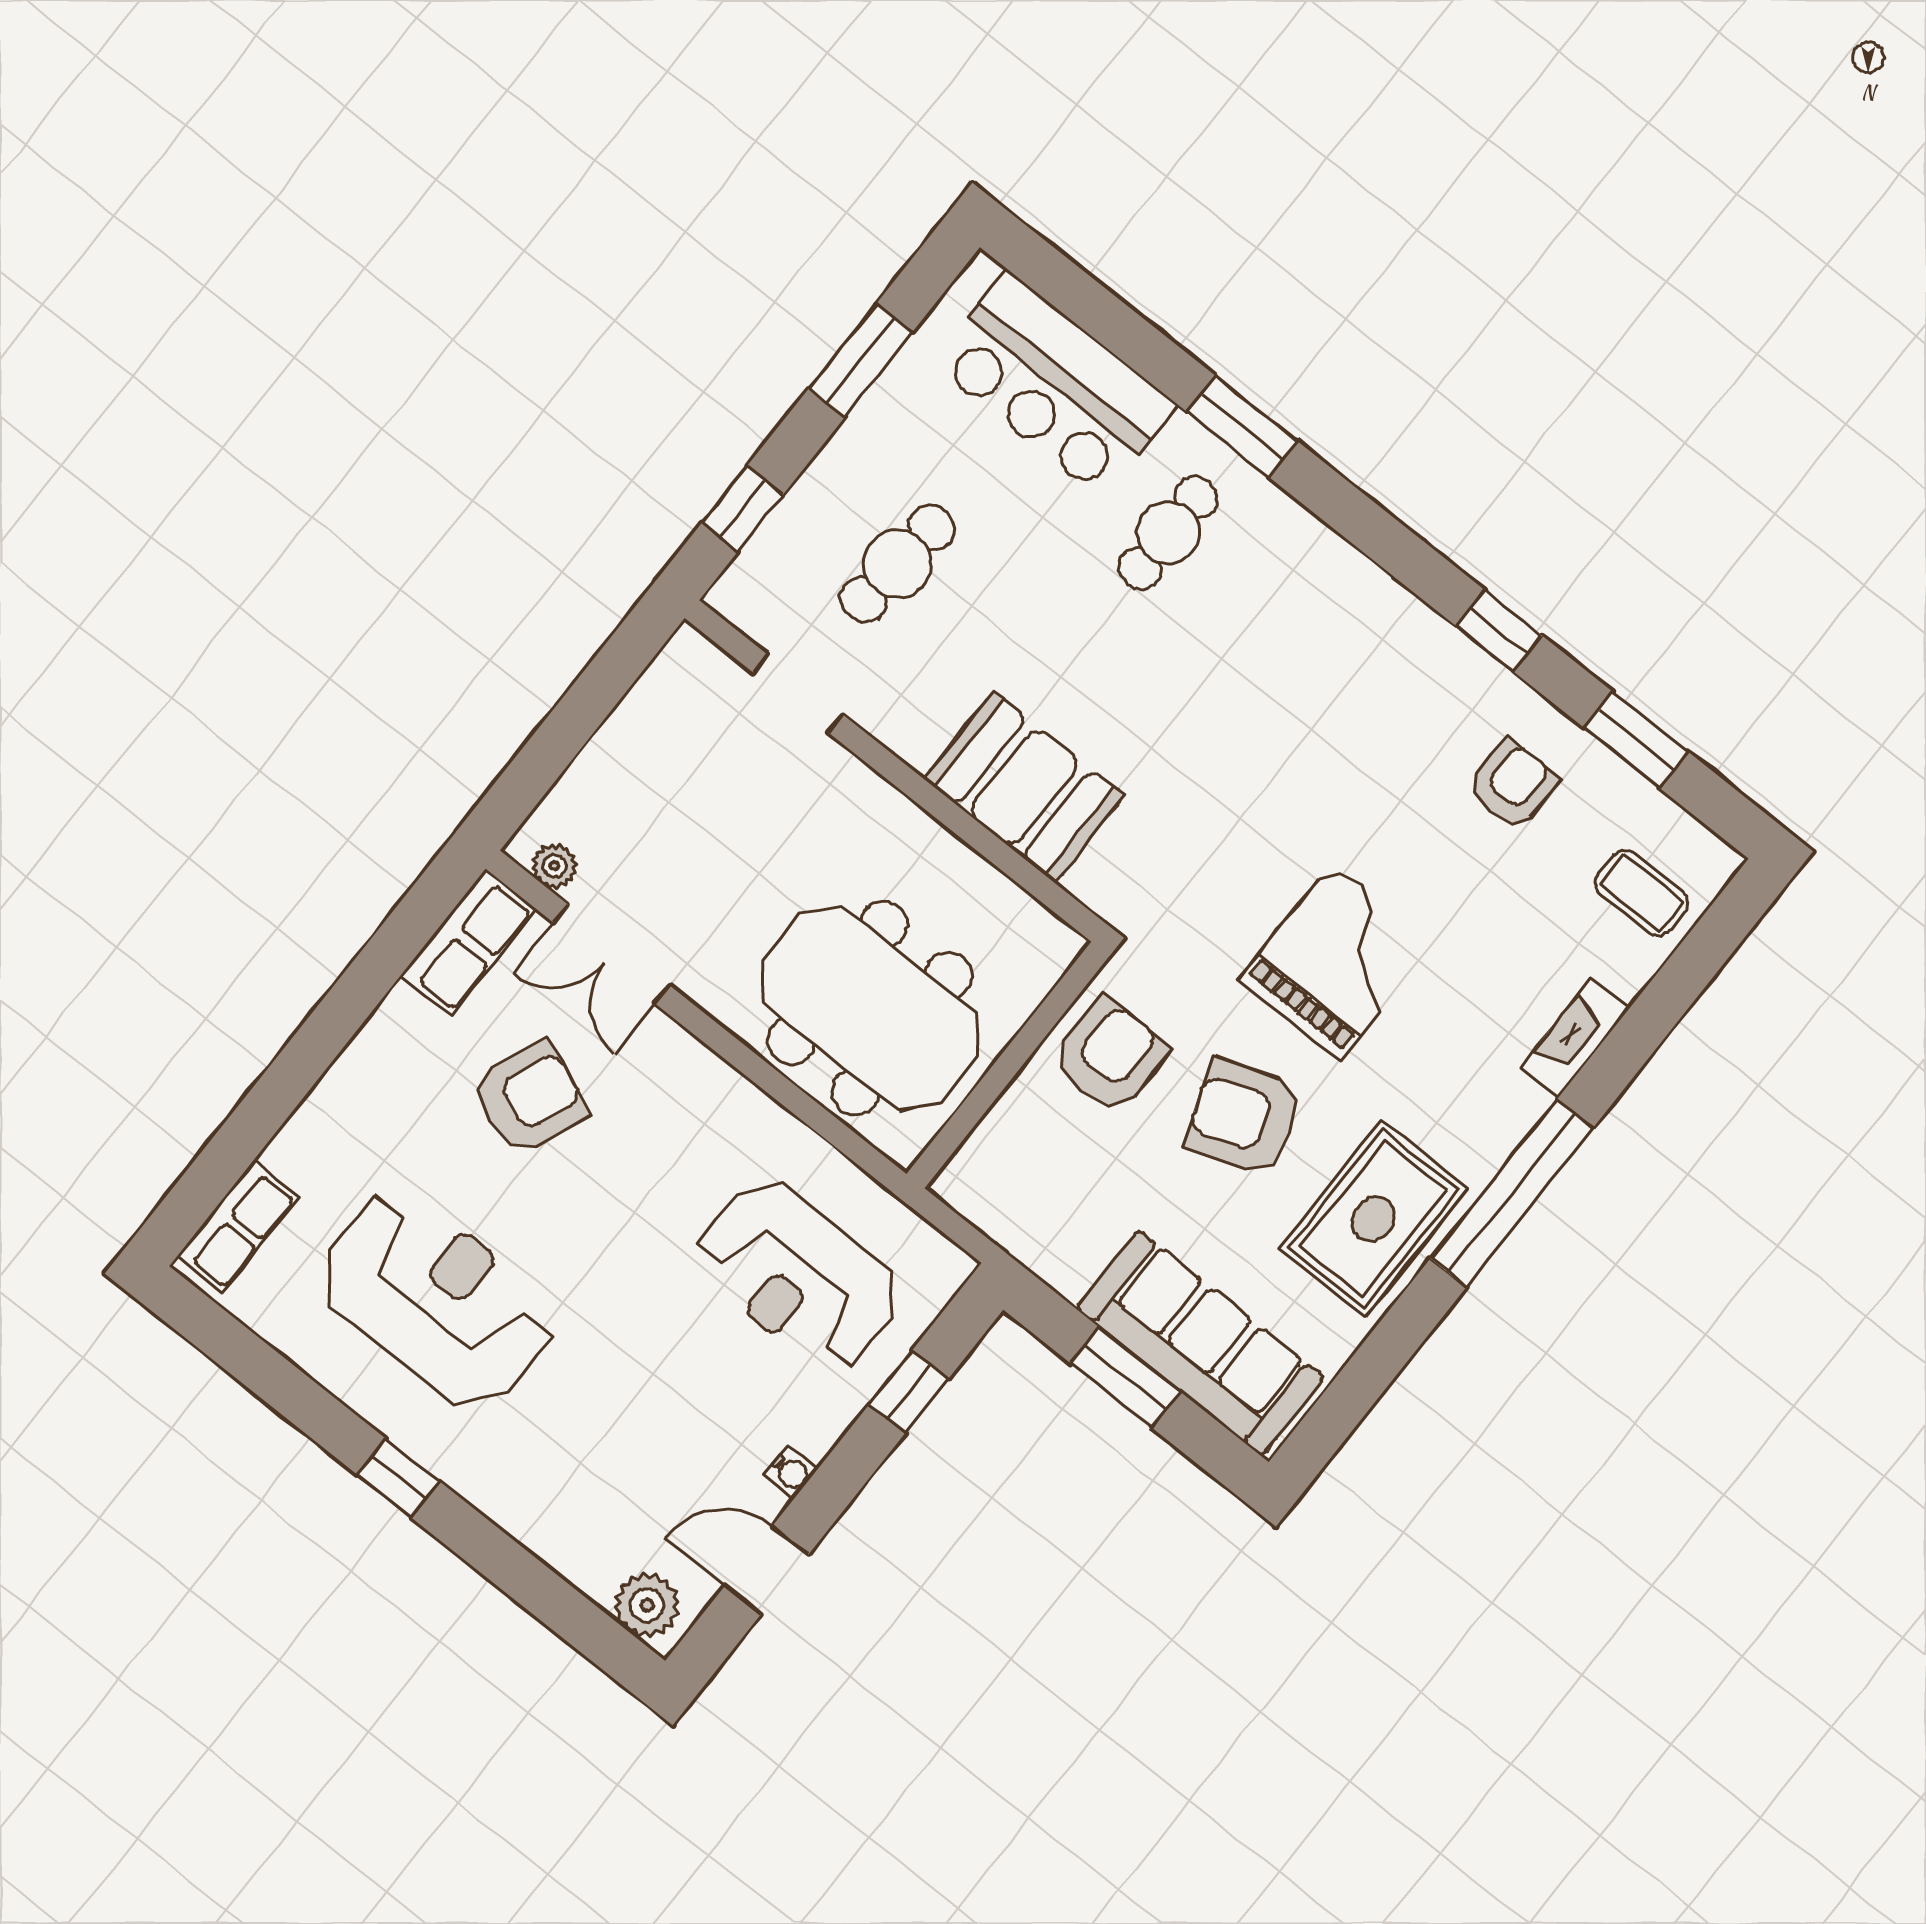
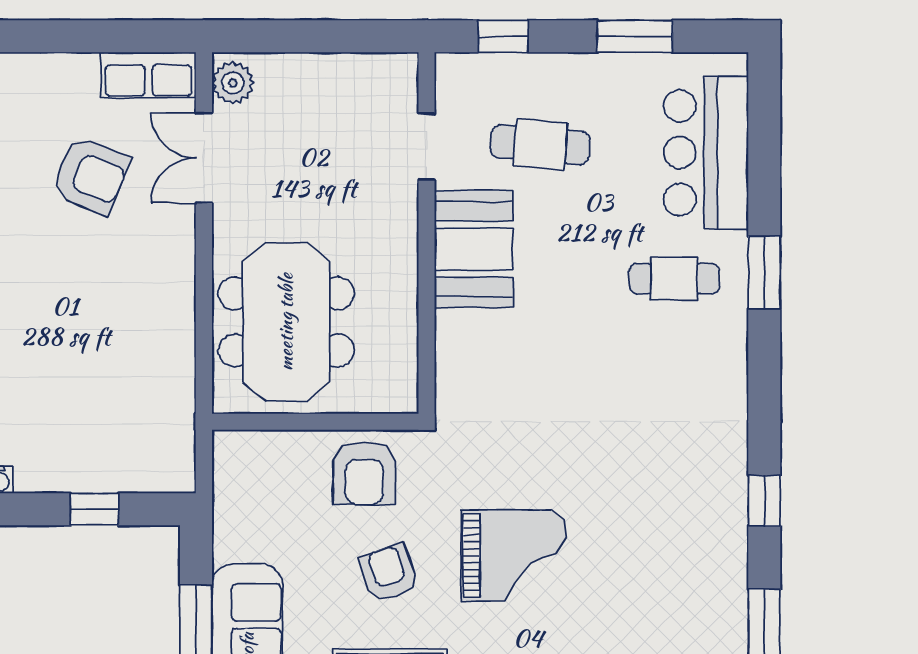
armchair: (1512, 784) -> (686, 575), removed
booth: (1024, 787) -> (474, 249), moved
plant: (554, 866) -> (233, 83), width x1.38, depth x1.38
armchair: (1110, 1056) -> (364, 473), turned 90
armchair: (1244, 1118) -> (389, 573), width x0.72, depth x0.72
reception desk: (798, 1275) -> (110, 399), removed

